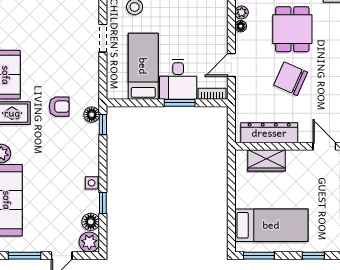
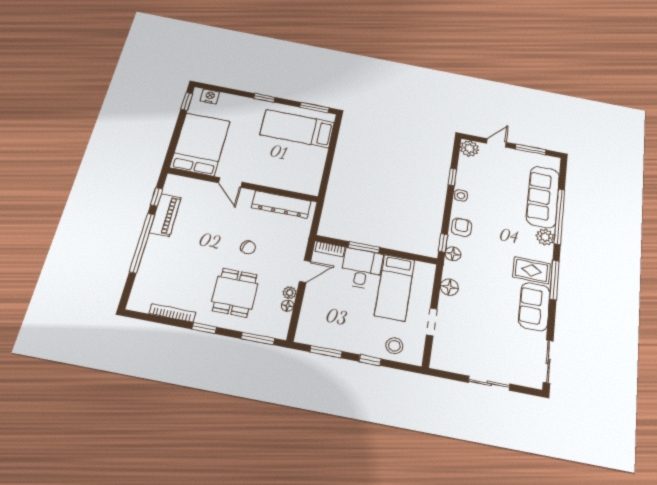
plant: (242, 12) -> (290, 293), moved
chair: (291, 79) -> (248, 247), width x0.54, depth x0.54
armchair: (59, 107) -> (461, 227), moved, turned 90
wardrobe: (266, 160) -> (289, 182), removed
floor lamp: (91, 222) -> (449, 287), moved

